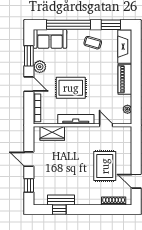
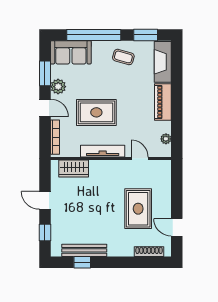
bench: (61, 200) -> (84, 250), width x1.36

